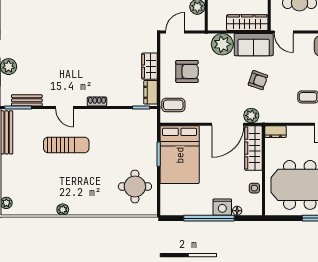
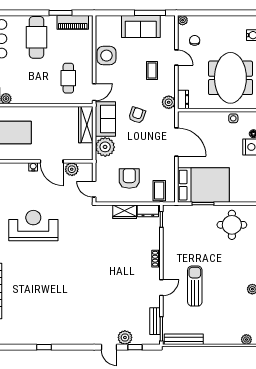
plant: (251, 116) -> (169, 102), moved
wardrobe: (254, 148) -> (198, 119), removed

